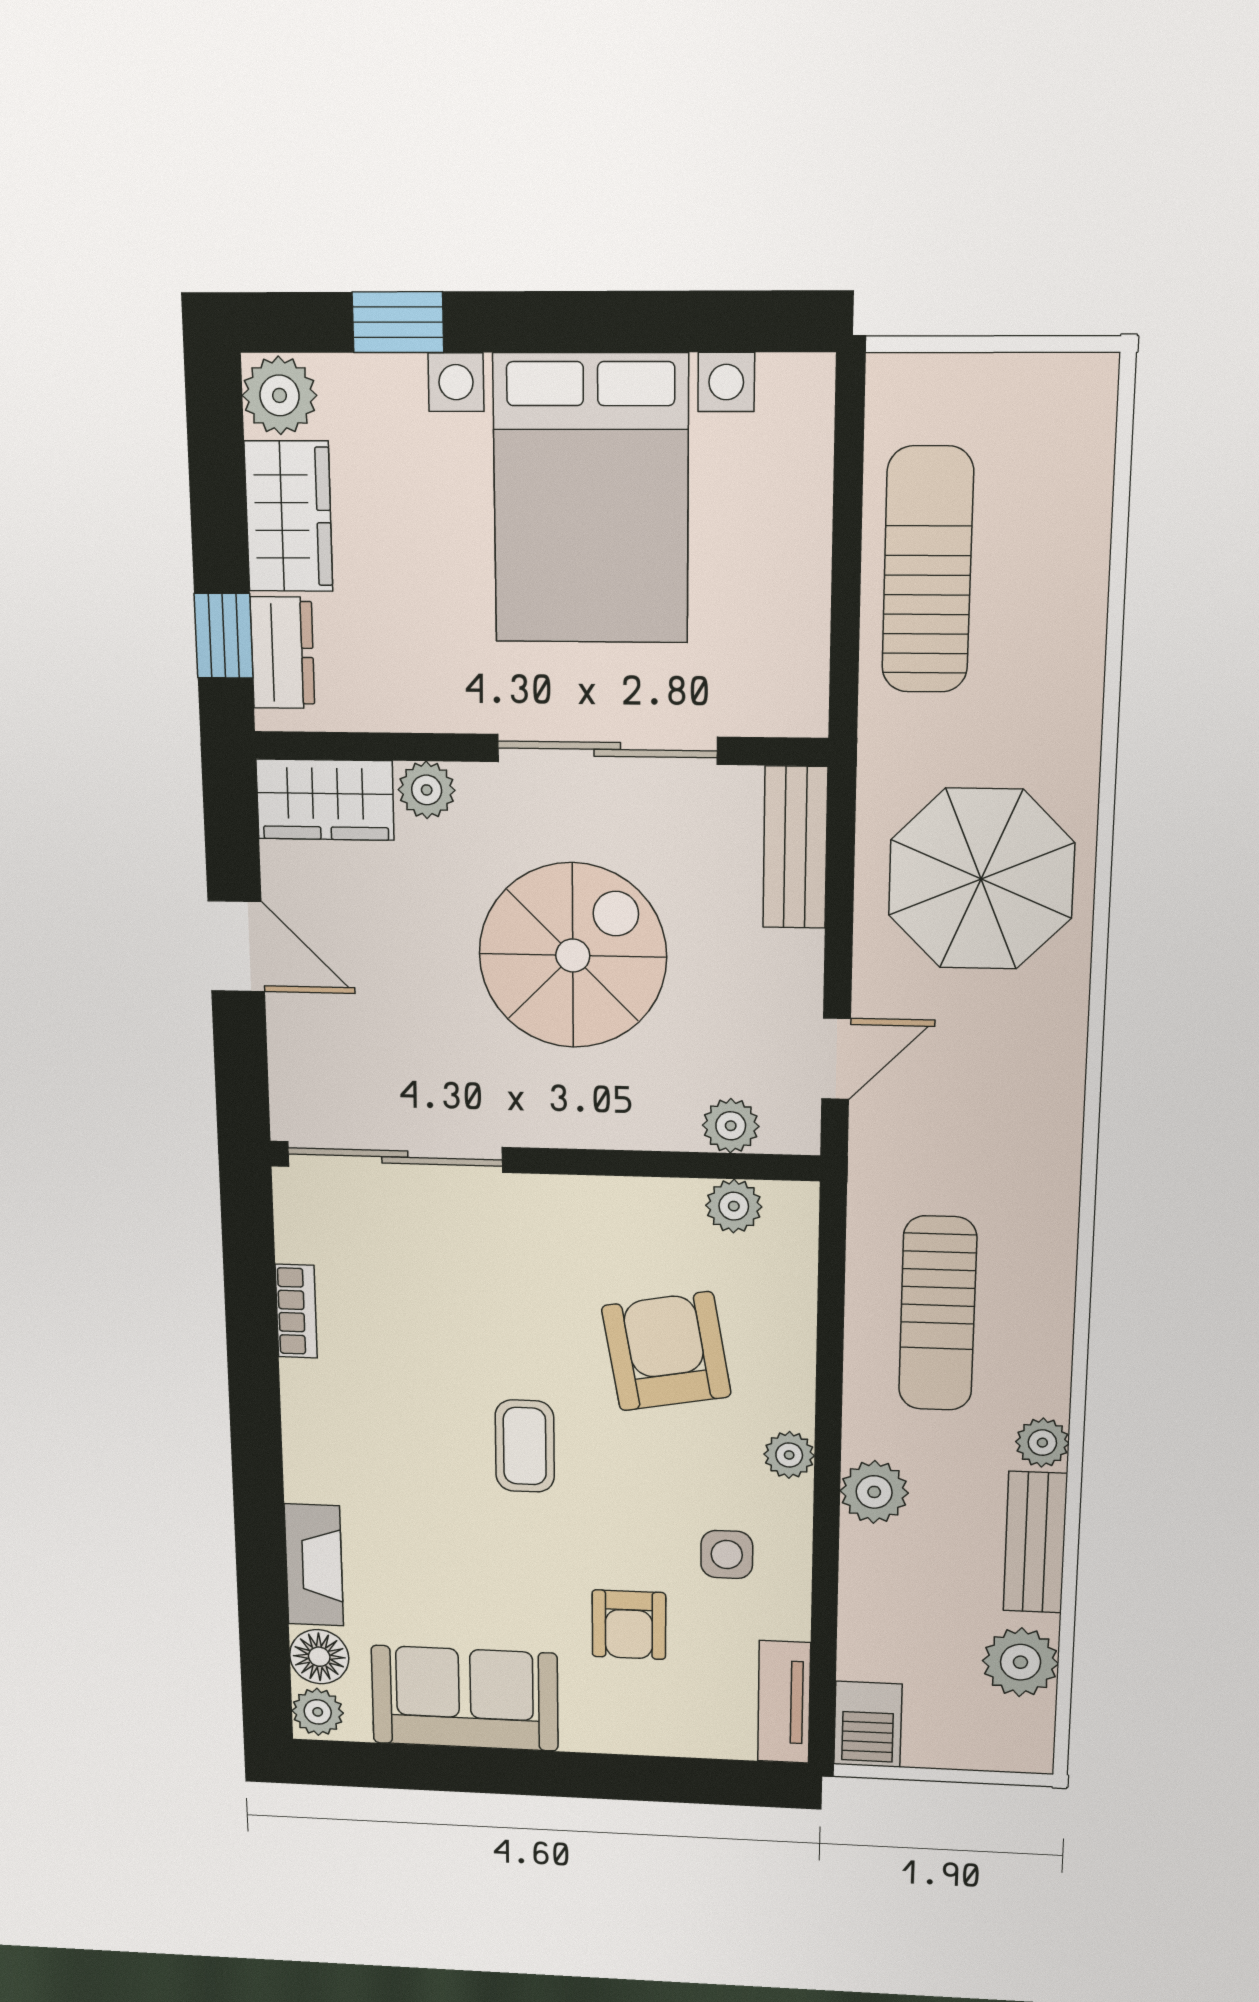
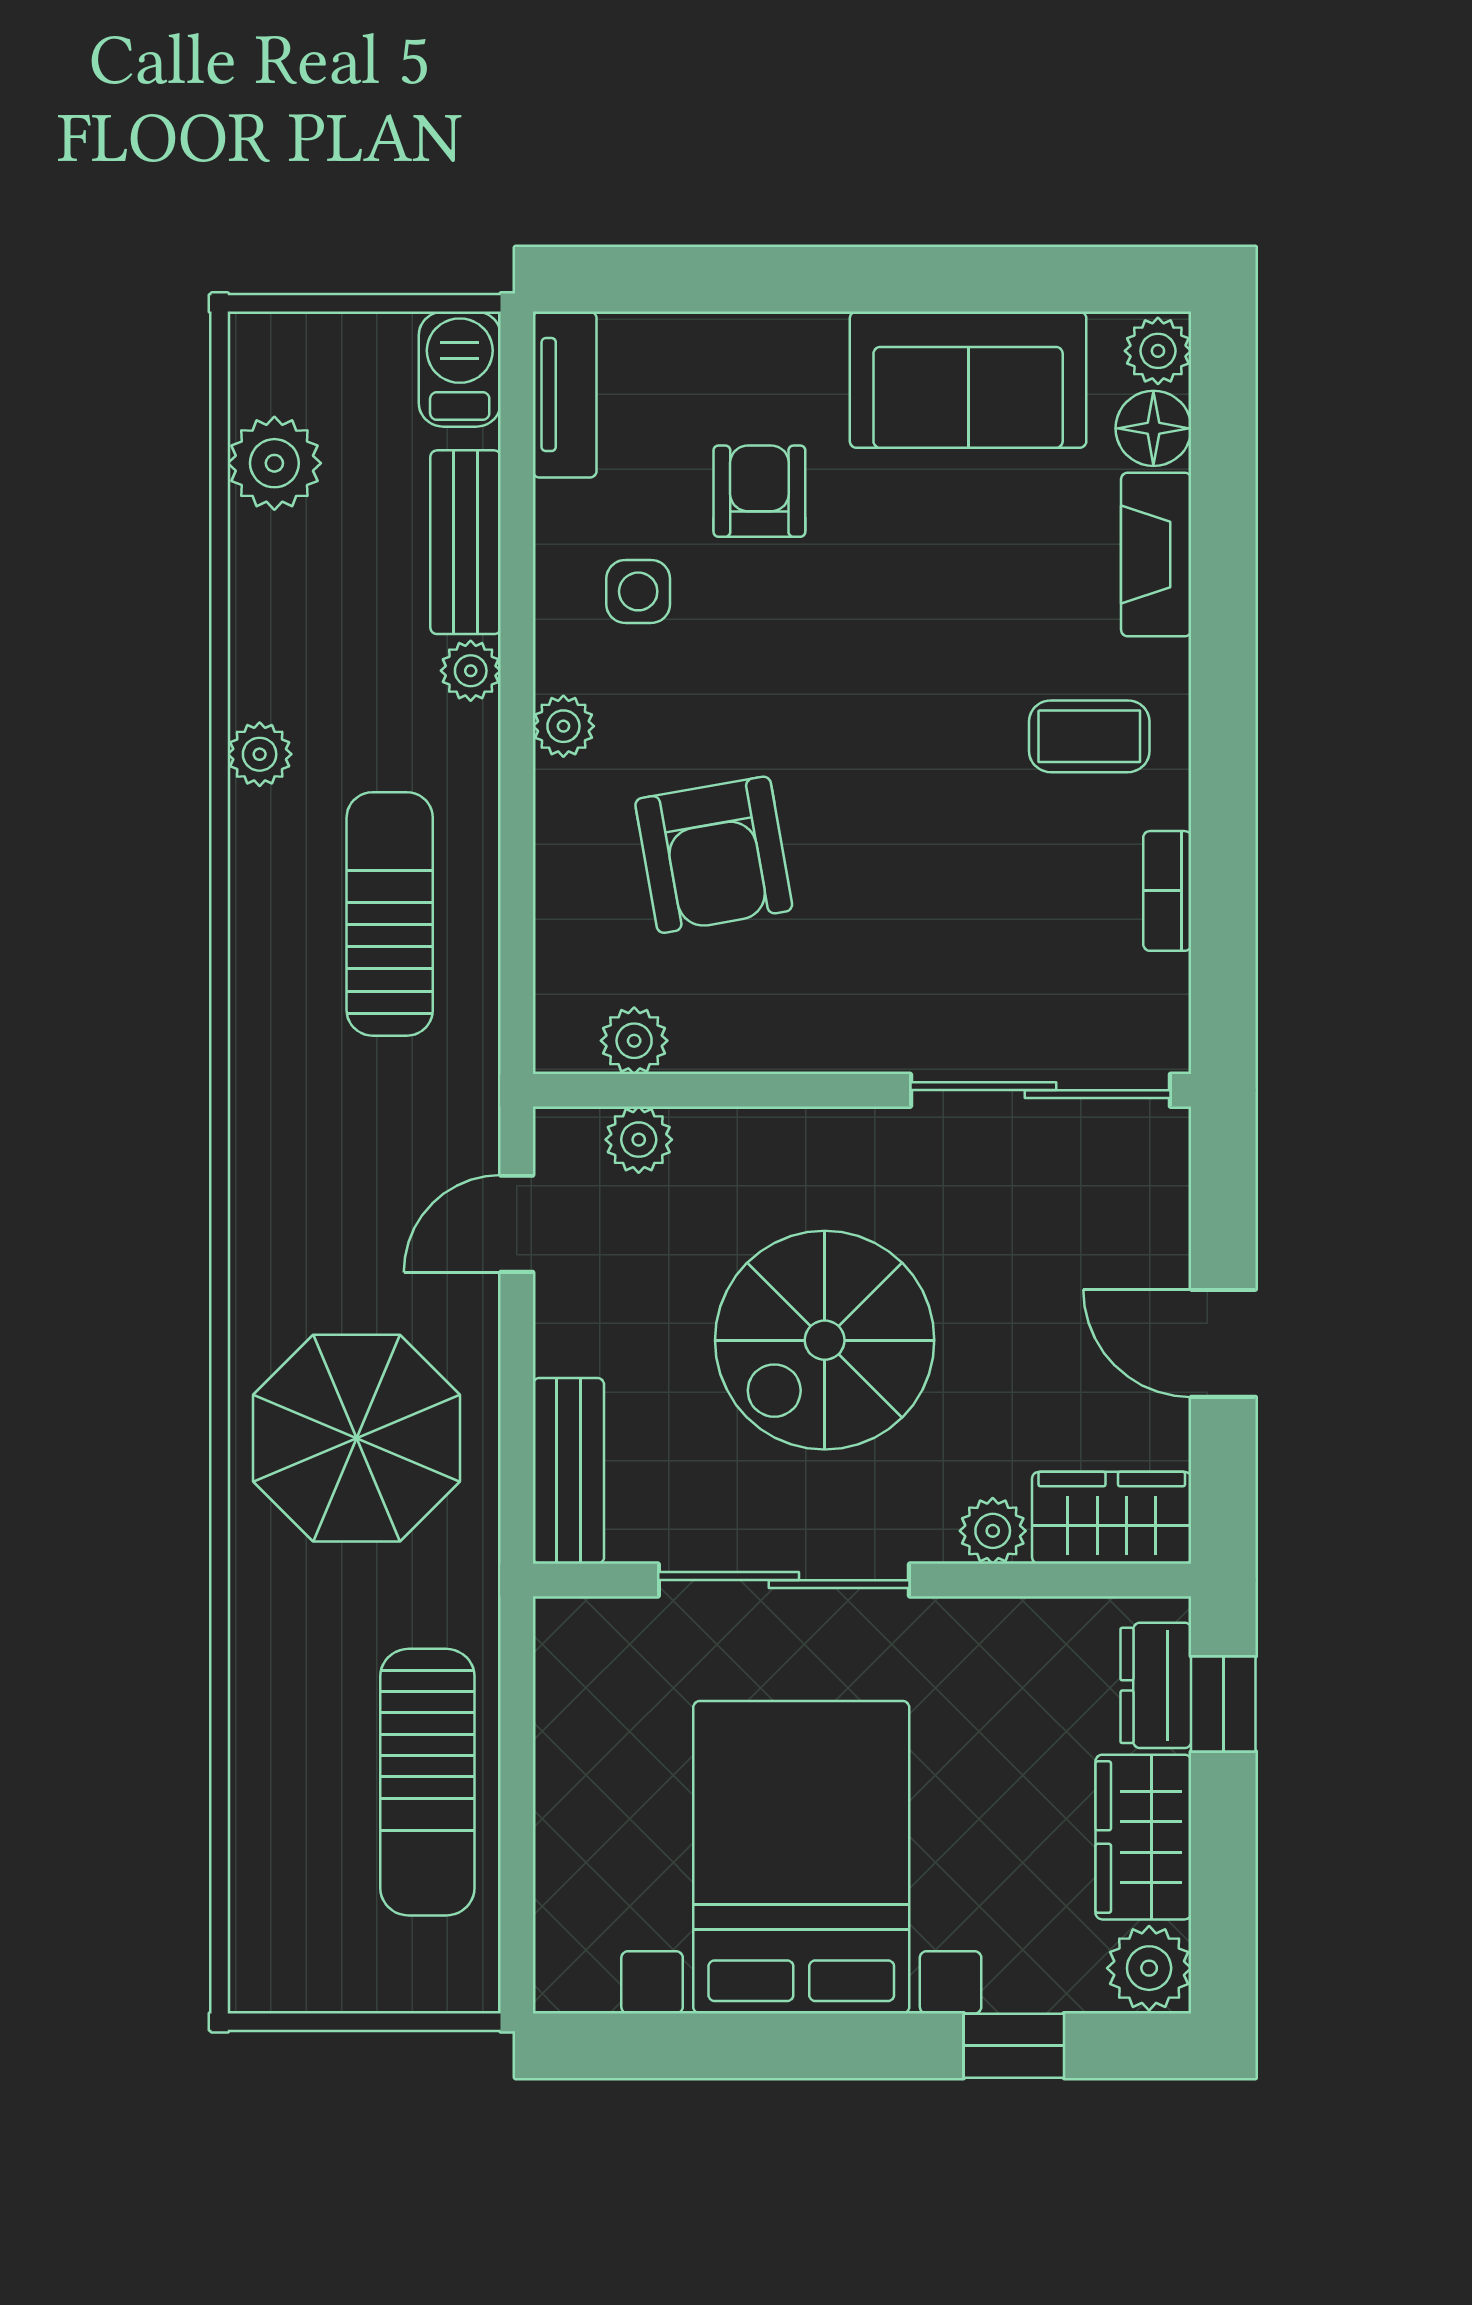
coffee table: (525, 1446) -> (1089, 736), moved, turned 90
plant: (874, 1492) -> (471, 671), width x0.73, depth x0.73
bench: (1035, 1542) -> (466, 542), moved

